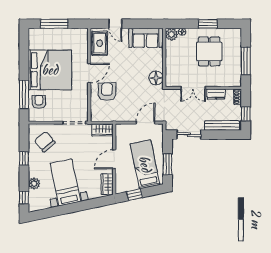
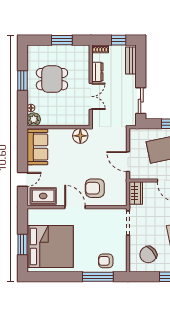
window: (54, 24) -> (22, 244), width x0.69
window: (246, 61) -> (62, 40), width x0.69
bed: (50, 70) -> (50, 246), moved, turned 90
door: (146, 123) -> (128, 162), moved
bench: (222, 125) -> (131, 61), width x0.73

